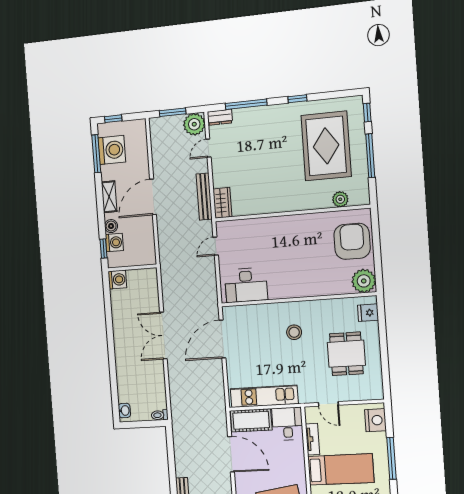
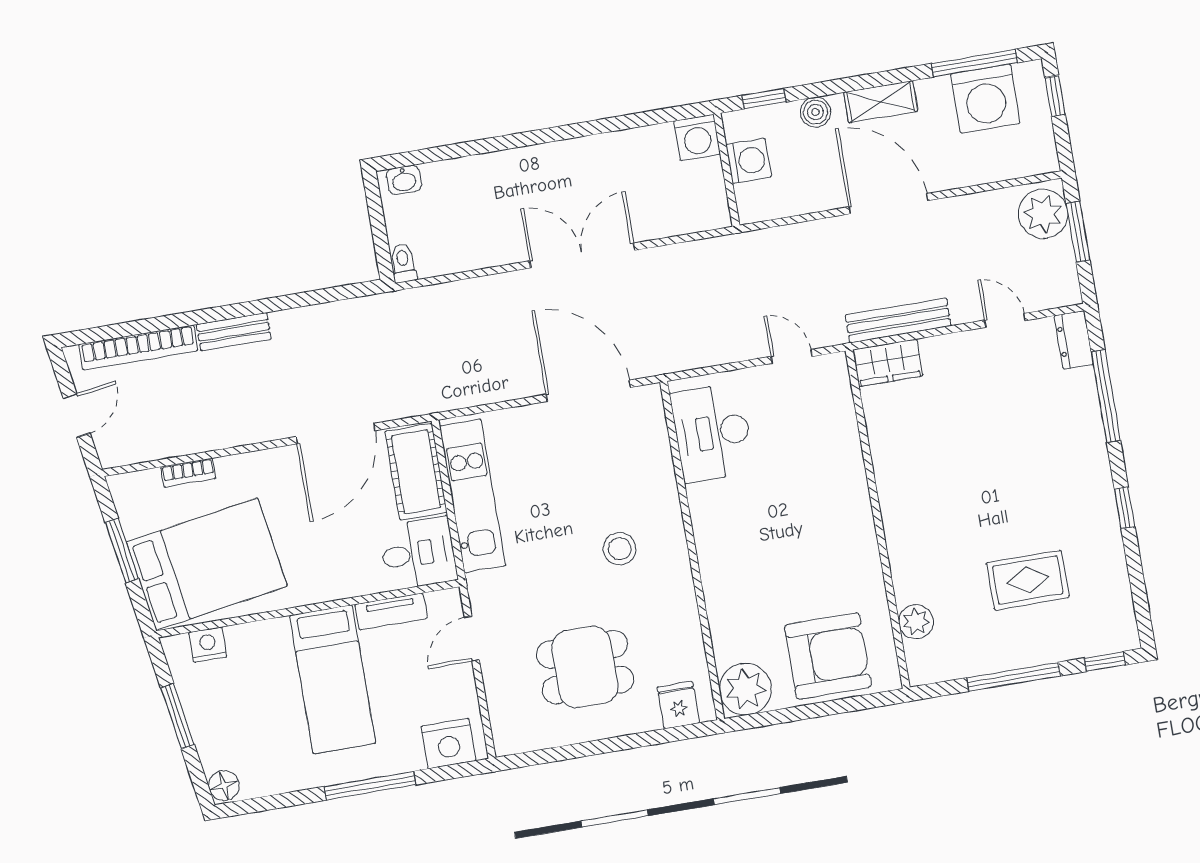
plant: (194, 124) -> (1043, 214), moved
rug: (326, 146) -> (1028, 580), width x0.54, depth x0.49
washing machine: (114, 243) -> (749, 161), moved, turned -90

